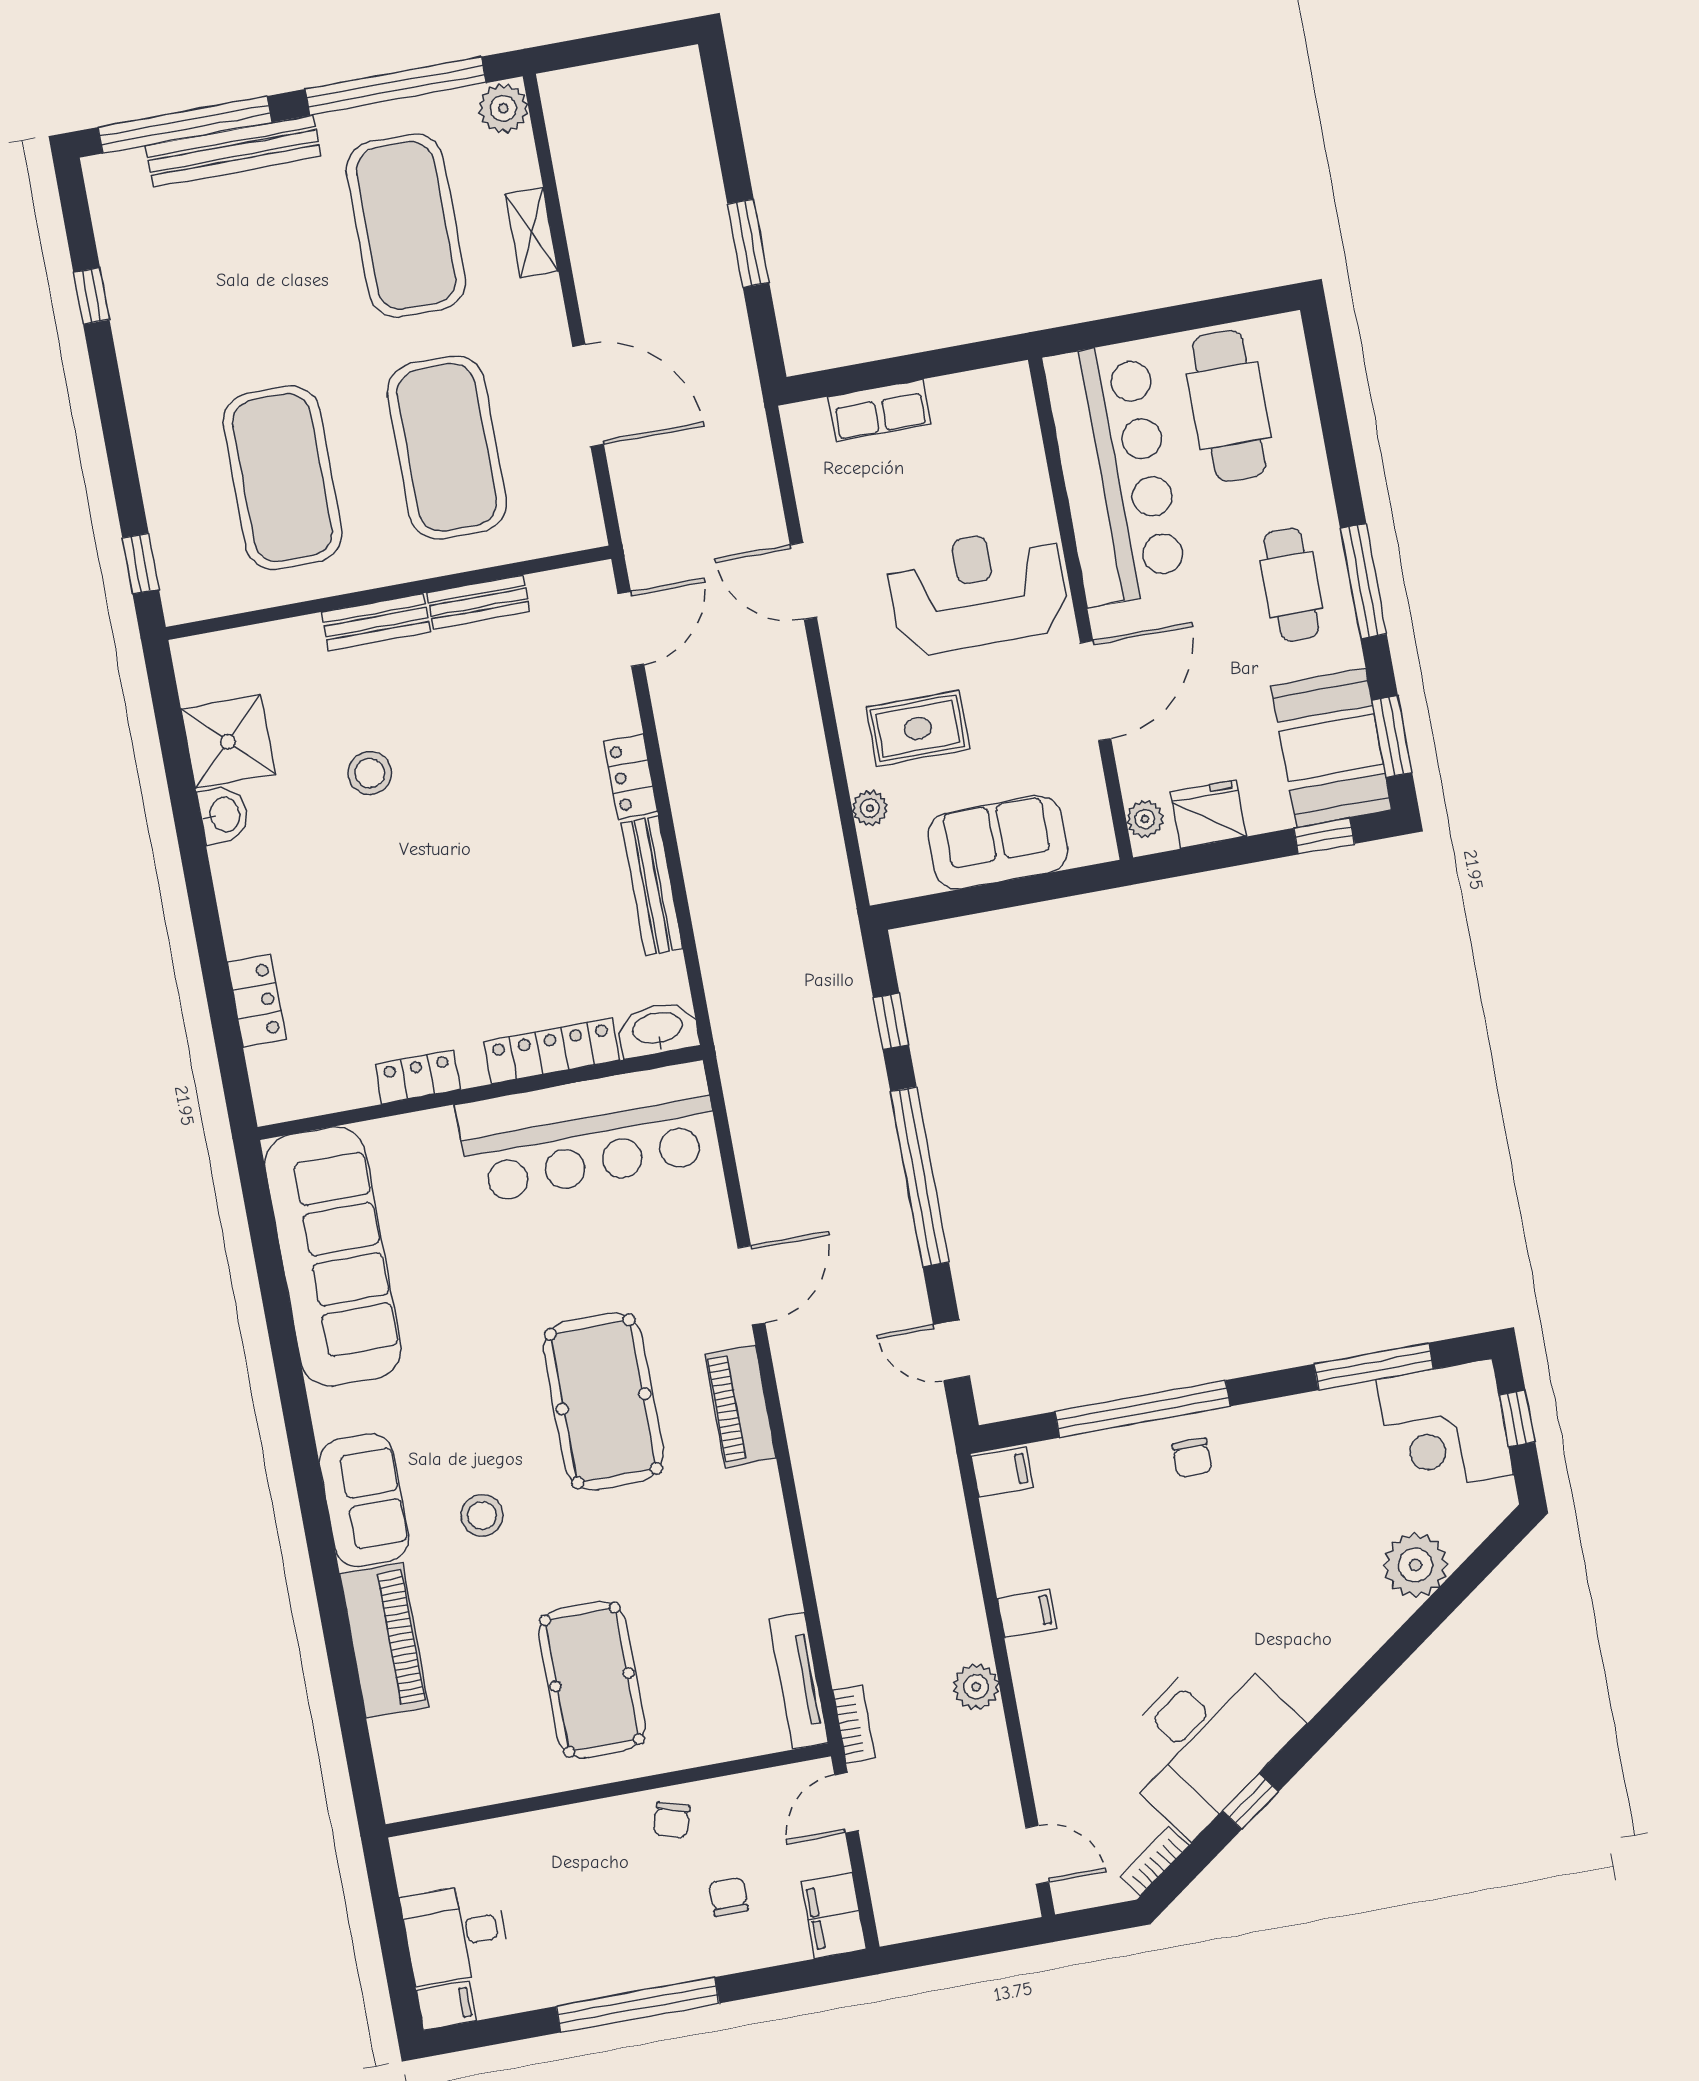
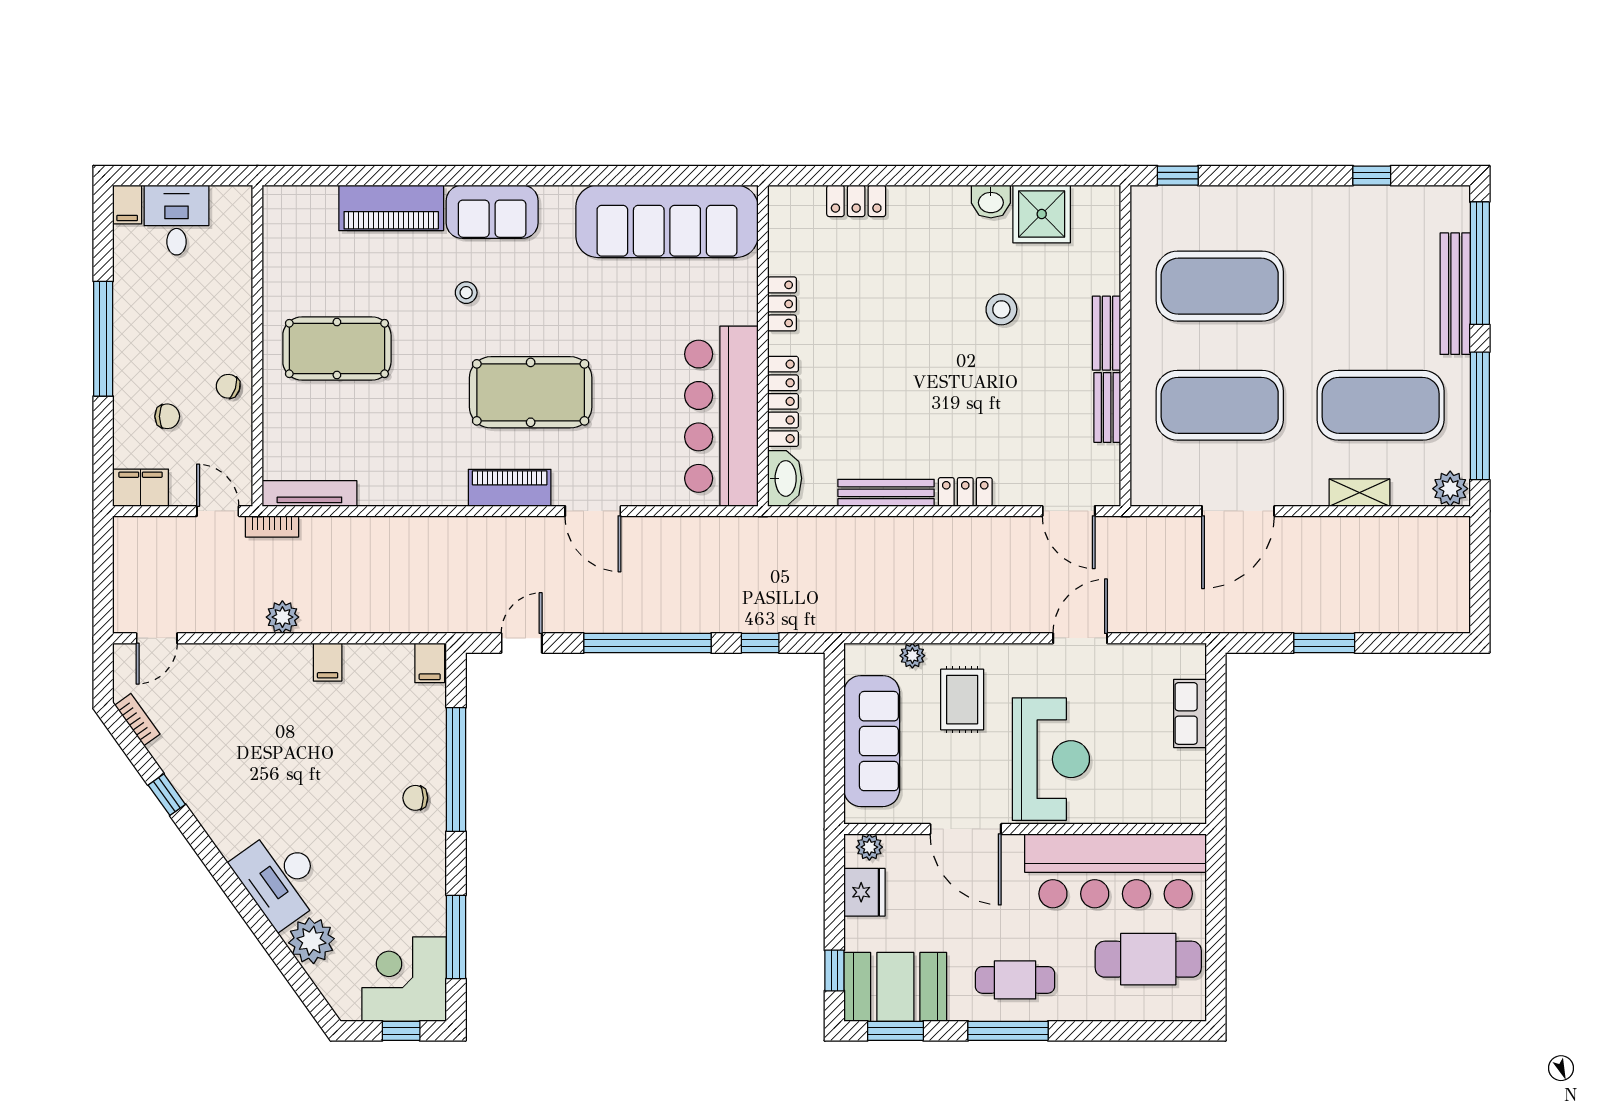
sofa: (998, 843) -> (872, 741), width x1.36
stool: (482, 1516) -> (466, 293), width x0.73, depth x0.73
desk: (1205, 1740) -> (280, 878), moved, width x0.73, depth x0.77

